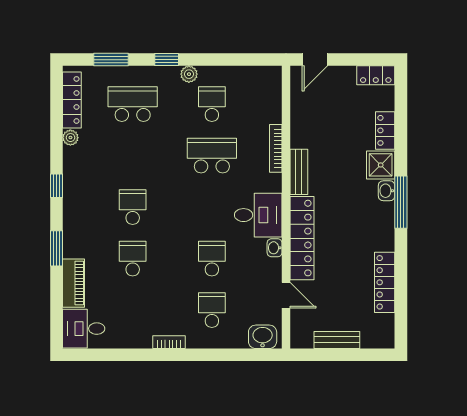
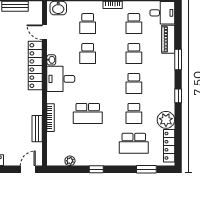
window: (167, 60) -> (96, 169), moved
plant: (189, 74) -> (70, 161), moved
school desk: (212, 104) -> (134, 113), moved
plant: (70, 138) -> (166, 120), width x1.88, depth x1.88
bench: (299, 172) -> (37, 129), moved
school desk: (133, 310) -> (134, 24), added

